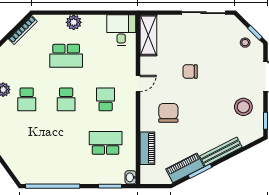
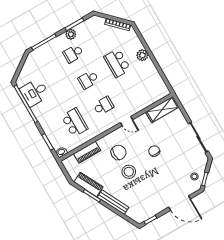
desk: (121, 30) -> (35, 92), moved, turned 180
stool: (243, 107) -> (129, 172), moved

